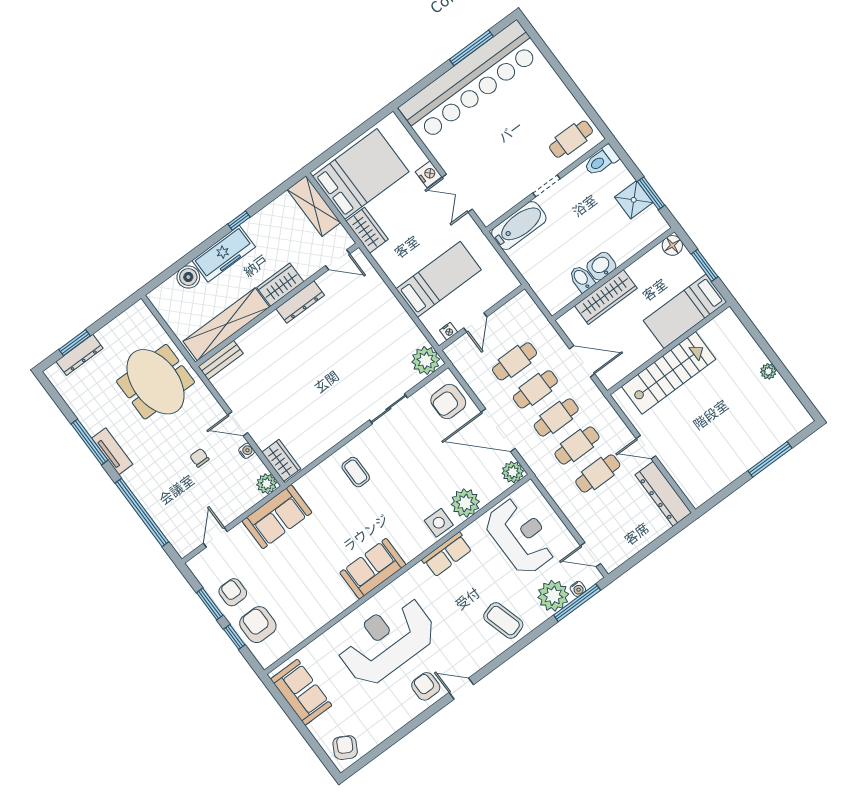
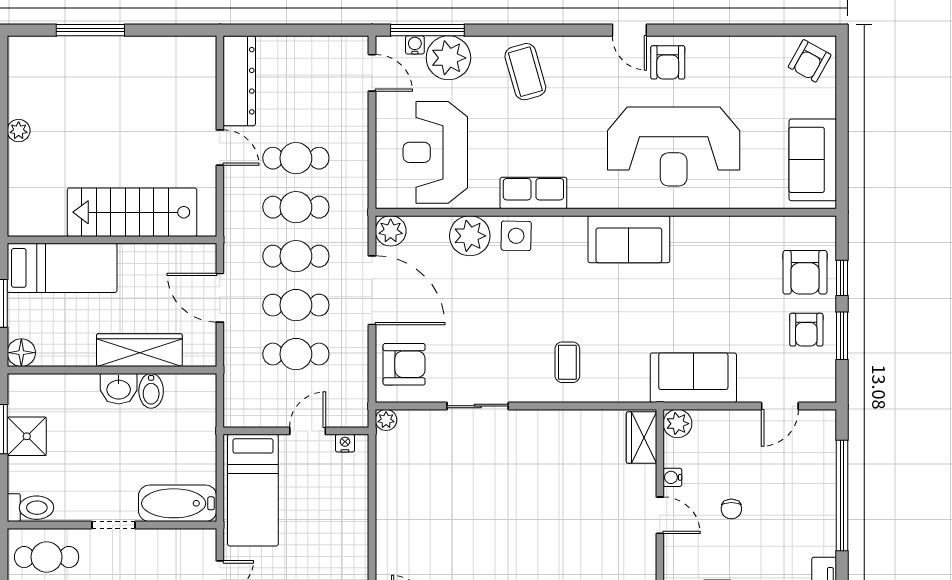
bed: (439, 279) -> (253, 490), moved, turned -90
plant: (426, 361) -> (386, 420), width x0.53, depth x0.53

